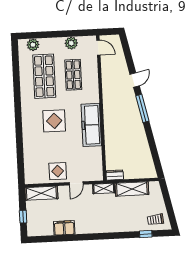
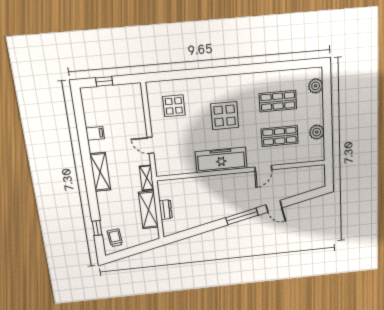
door: (98, 48) -> (263, 168), moved
shop shelf: (44, 76) -> (278, 101), width x0.70, depth x0.74
display table: (58, 171) -> (174, 106), moved
dresser: (115, 175) -> (166, 210), moved
shelving: (41, 193) -> (100, 172), moved
filing cabinet: (64, 228) -> (95, 133), width x0.50

